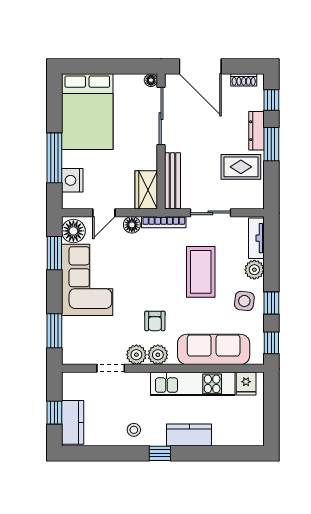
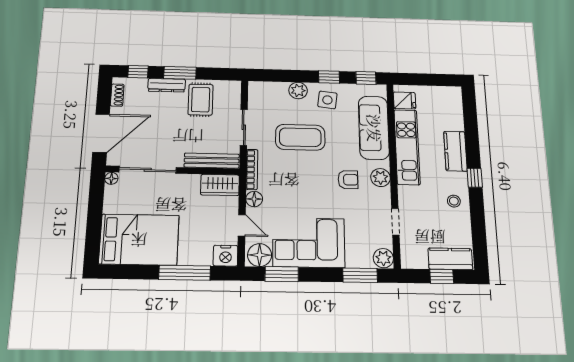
nightstand: (72, 180) -> (226, 256), moved
tv unit: (256, 238) -> (268, 88), removed
plant: (136, 355) -> (383, 258), moved

